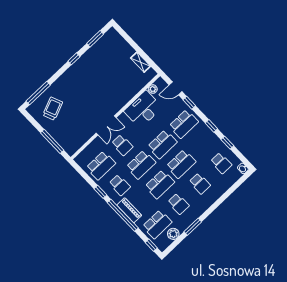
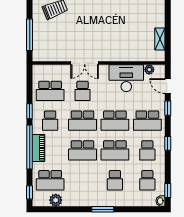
window: (227, 143) -> (168, 190), moved
school desk: (178, 204) -> (147, 150), moved
window: (193, 227) -> (103, 209), moved

